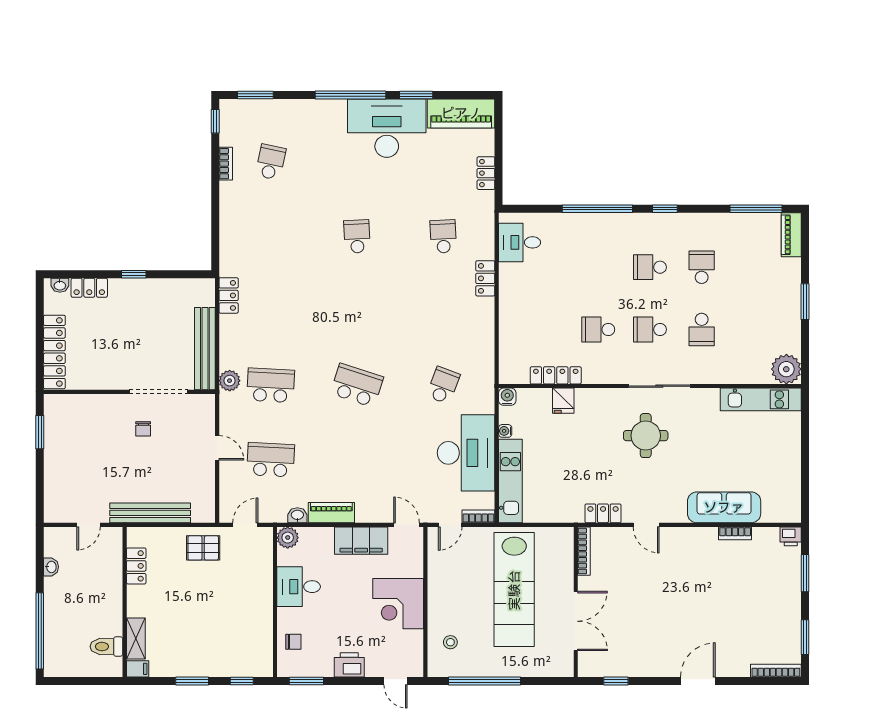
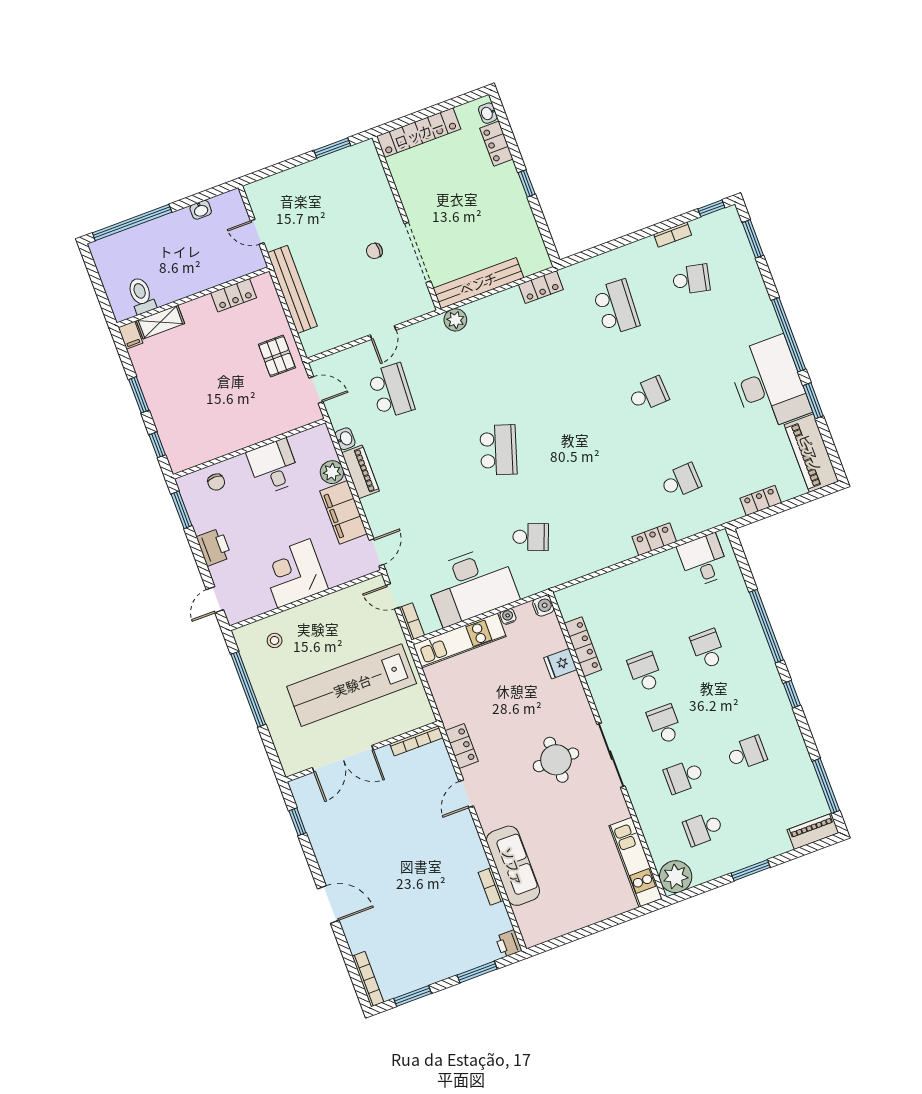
school desk: (650, 267) -> (708, 649), moved
school desk: (753, 329) -> (703, 829), added
school desk: (271, 385) -> (616, 307), moved
plant: (288, 538) -> (332, 472), moved

